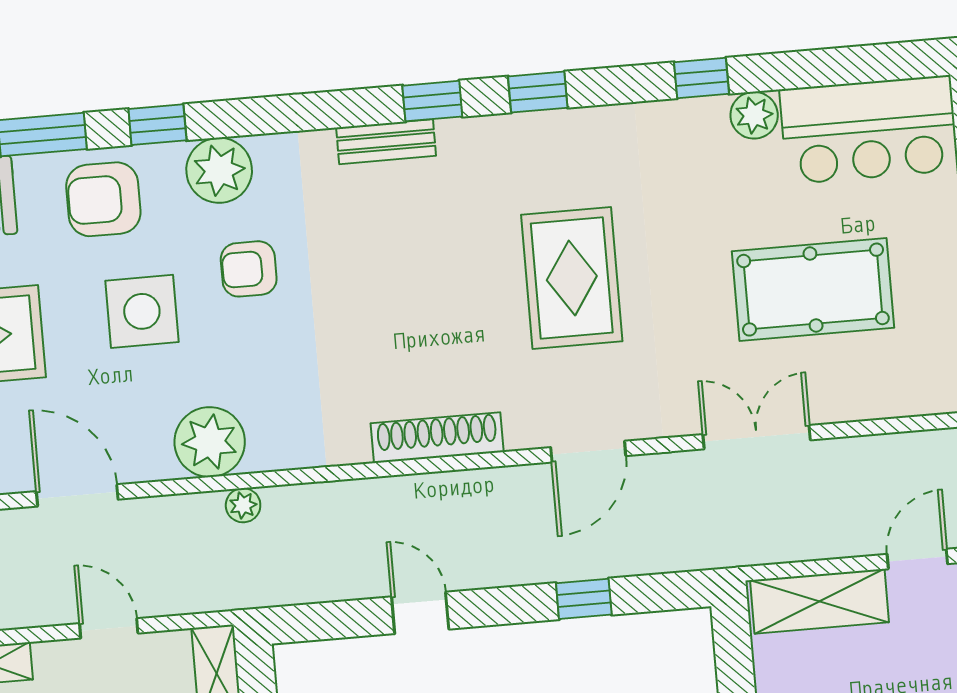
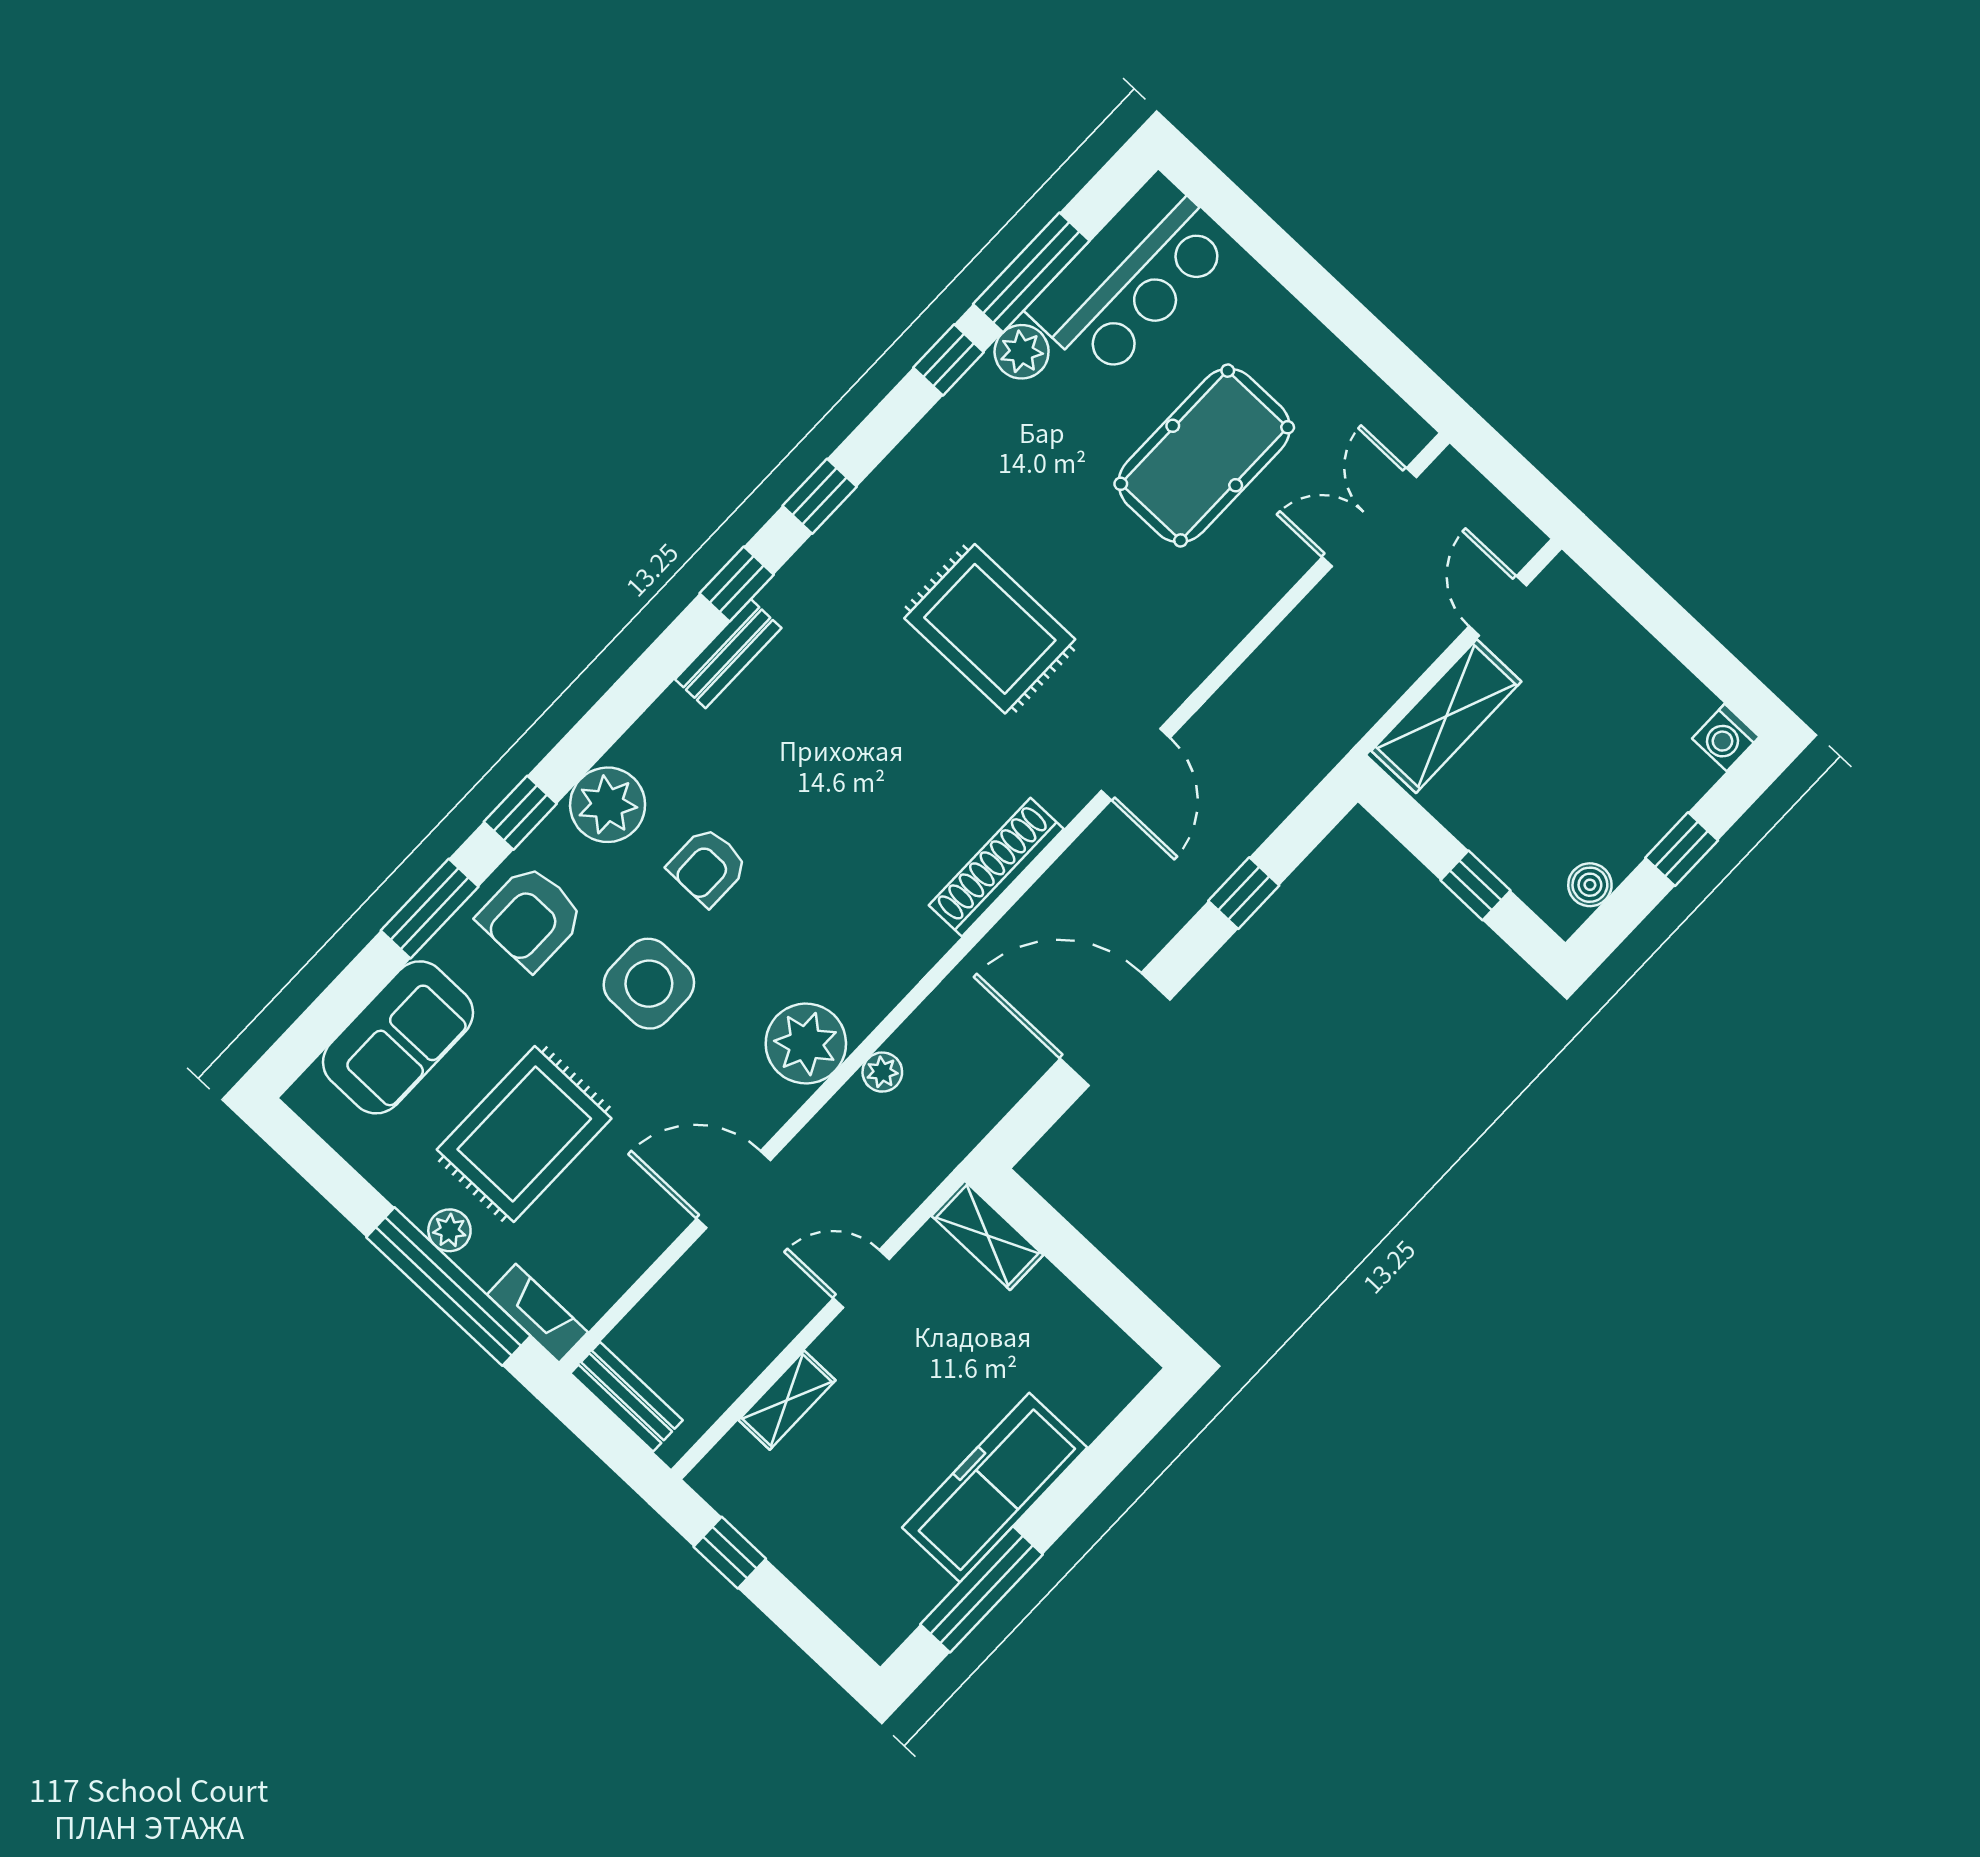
window: (807, 69) -> (1031, 272), added
double door: (757, 437) -> (1369, 517), moved
door: (420, 613) -> (1115, 1029), width x1.88

